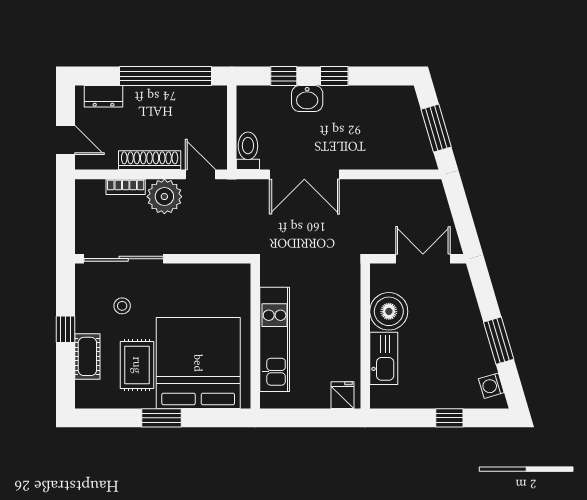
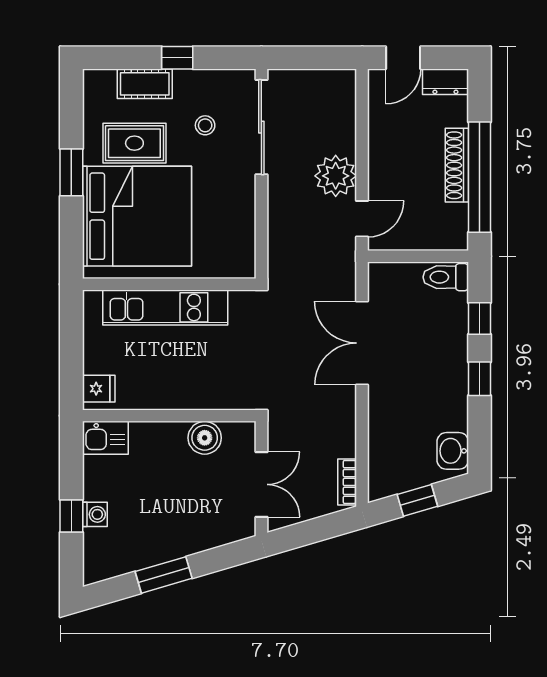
dresser: (104, 96) -> (445, 82), moved, turned -90
washbasin: (307, 99) -> (453, 451), moved
window: (436, 128) -> (417, 500), width x0.67
toilet: (248, 151) -> (446, 277), moved, turned 180
shoe rack: (150, 160) -> (457, 165), moved, turned 180
bookcase: (126, 187) -> (347, 482), moved
boiler: (389, 311) -> (205, 438), width x0.73, depth x0.73
kitchen sink: (384, 358) -> (105, 438), moved, width x0.73
washing machine: (491, 386) -> (95, 514), moved, turned 106

